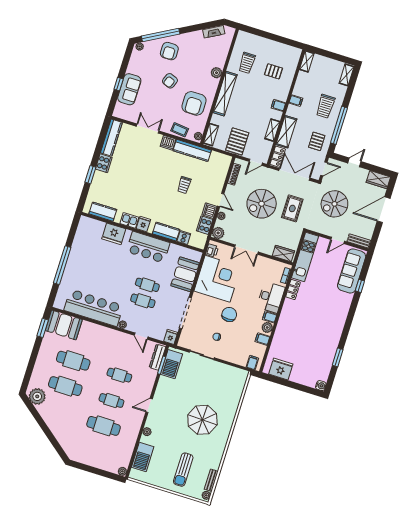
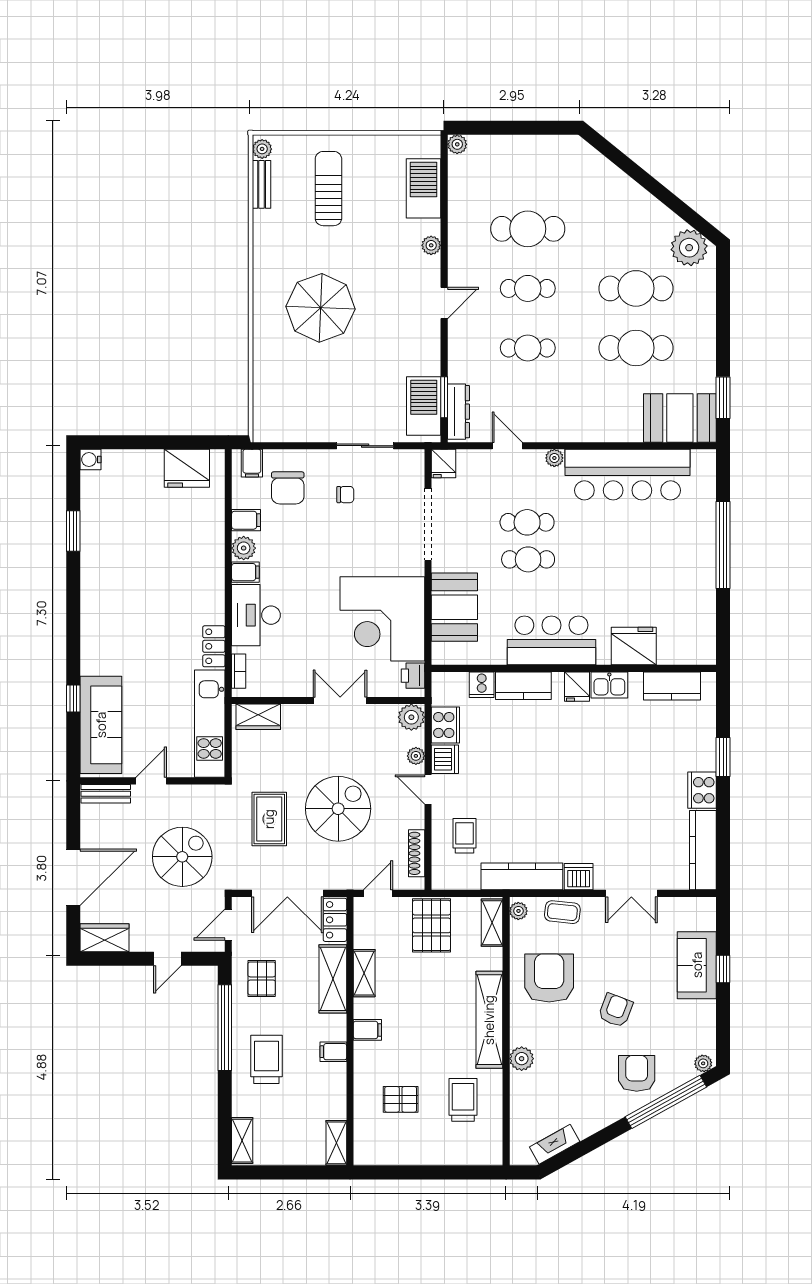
trolley: (184, 185) -> (465, 836), moved
chair: (229, 314) -> (288, 488), moved

